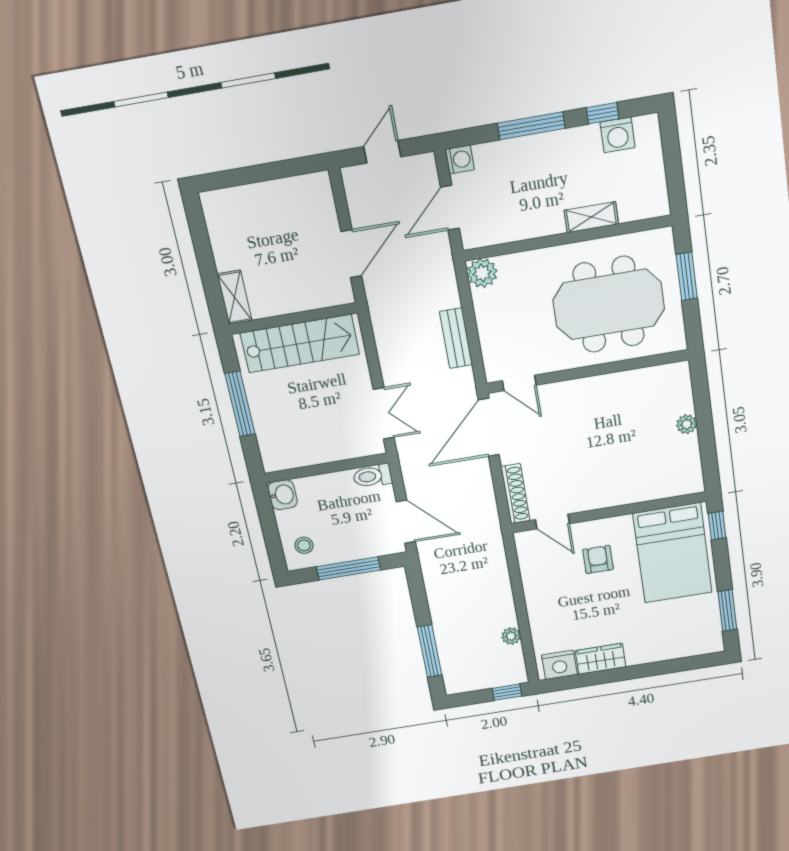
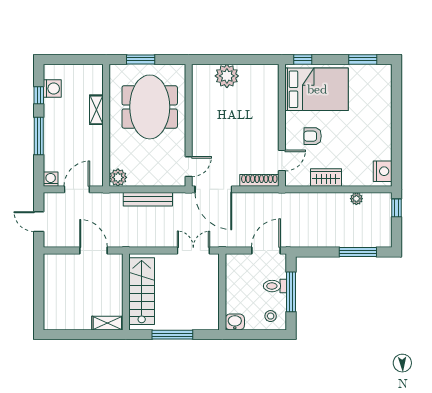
door: (450, 208) -> (77, 189), swing flipped
bench: (456, 338) -> (148, 199), width x1.36
plant: (687, 424) -> (227, 76), width x1.88, depth x1.88
toilet: (372, 476) -> (275, 286), moved, turned 90
wardrobe: (601, 659) -> (326, 177), moved, turned 90

